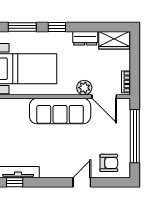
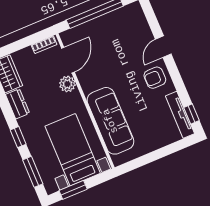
sofa: (60, 111) -> (110, 121), moved
armchair: (109, 163) -> (155, 78), moved, turned -90
door: (82, 182) -> (163, 47), hinge flipped

